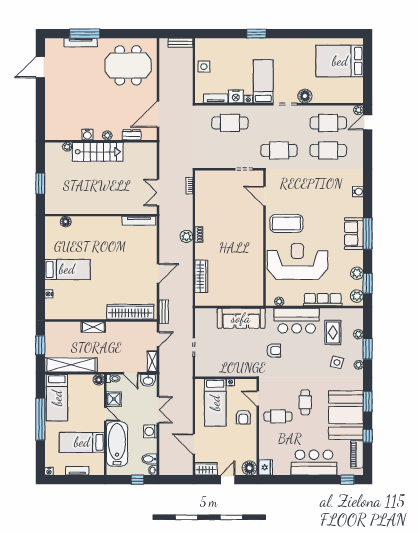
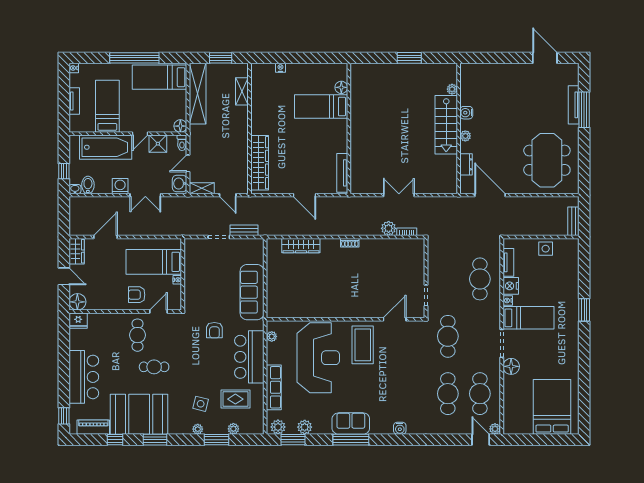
wall: (101, 215) -> (349, 128), moved
tv unit: (139, 221) -> (342, 173), moved
floor lamp: (66, 222) -> (341, 87), moved
plant: (186, 236) -> (389, 228), moved
bed: (67, 269) -> (321, 107), moved, turned 90
bench: (164, 312) -> (244, 230), moved
shelving: (93, 327) -> (242, 91), moved

